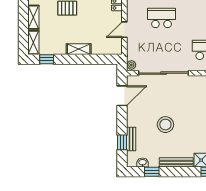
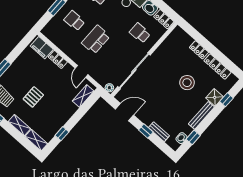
shelving: (79, 49) -> (83, 96), moved
window: (47, 59) -> (62, 134), moved
door: (122, 96) -> (125, 112), hinge flipped
stool: (165, 125) -> (187, 83), moved
window: (122, 142) -> (146, 131), moved

